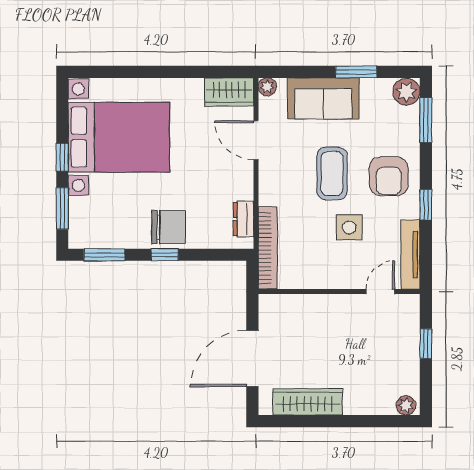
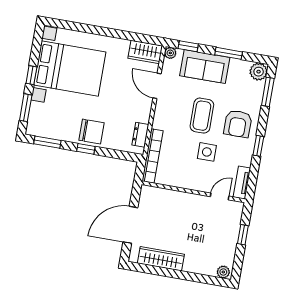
window: (293, 72) -> (188, 46), added
tv unit: (411, 255) -> (242, 183), width x0.71

